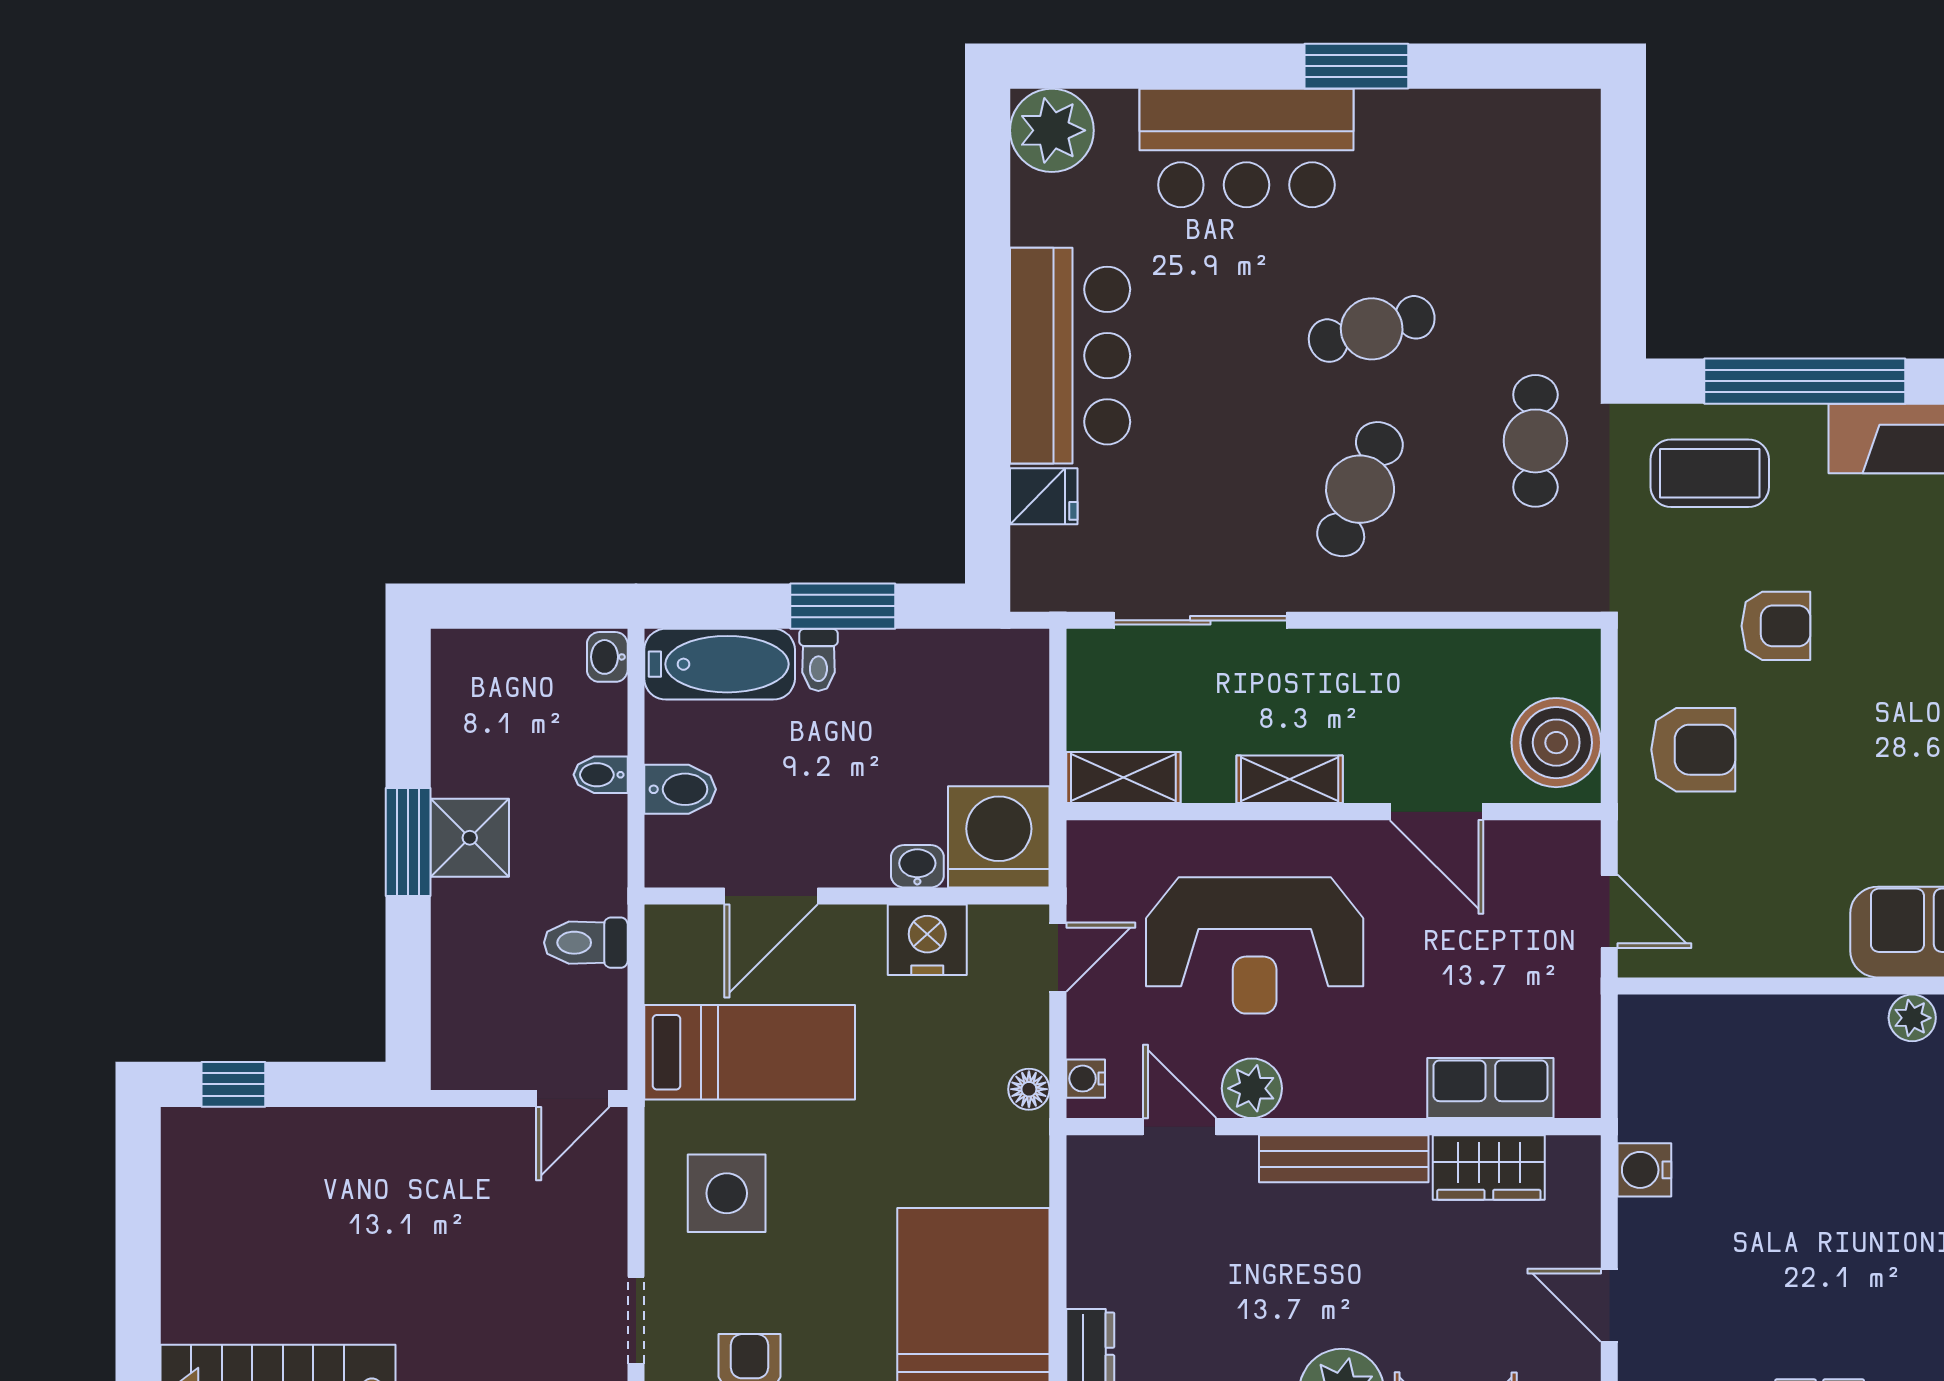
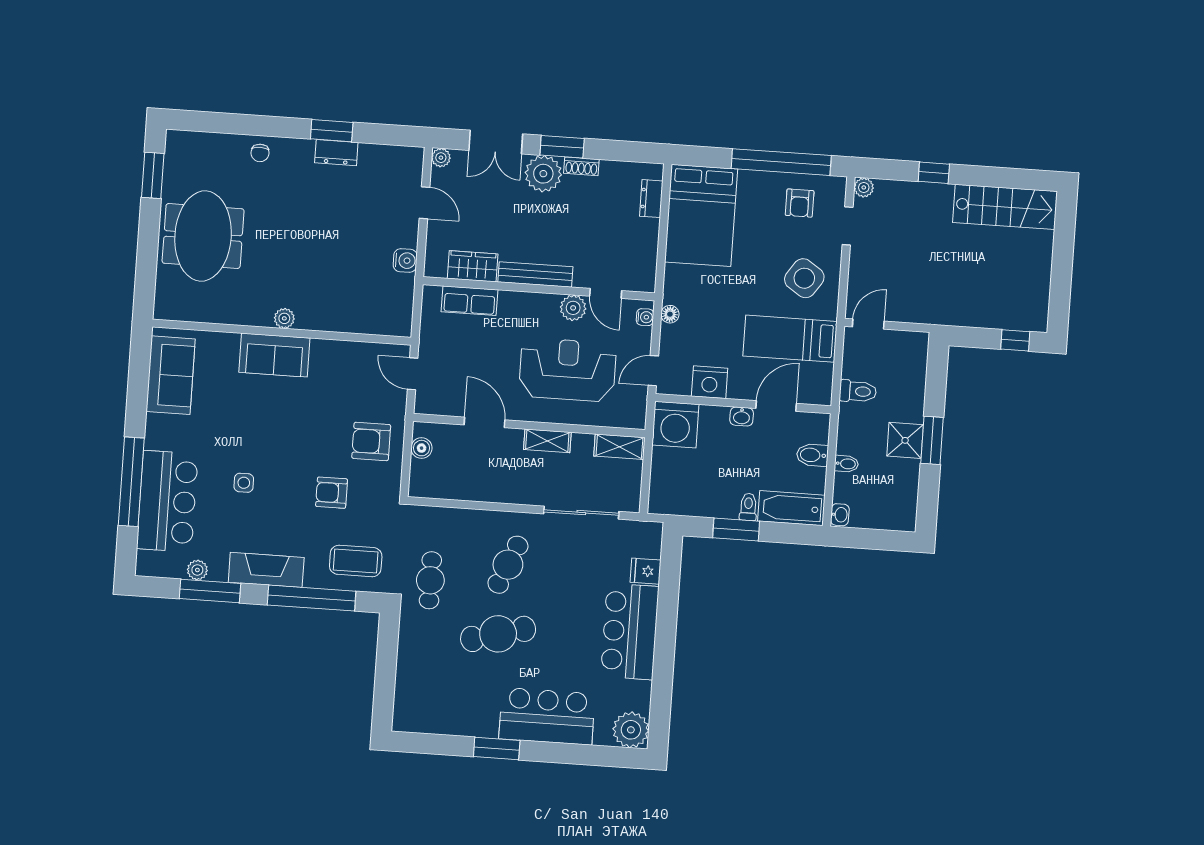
cafe table: (1372, 329) -> (498, 634), width x1.37, depth x1.35
boiler: (1556, 743) -> (422, 448), width x0.54, depth x0.54
washbasin: (917, 866) -> (742, 416), moved
side table: (727, 1193) -> (804, 278), turned 34

